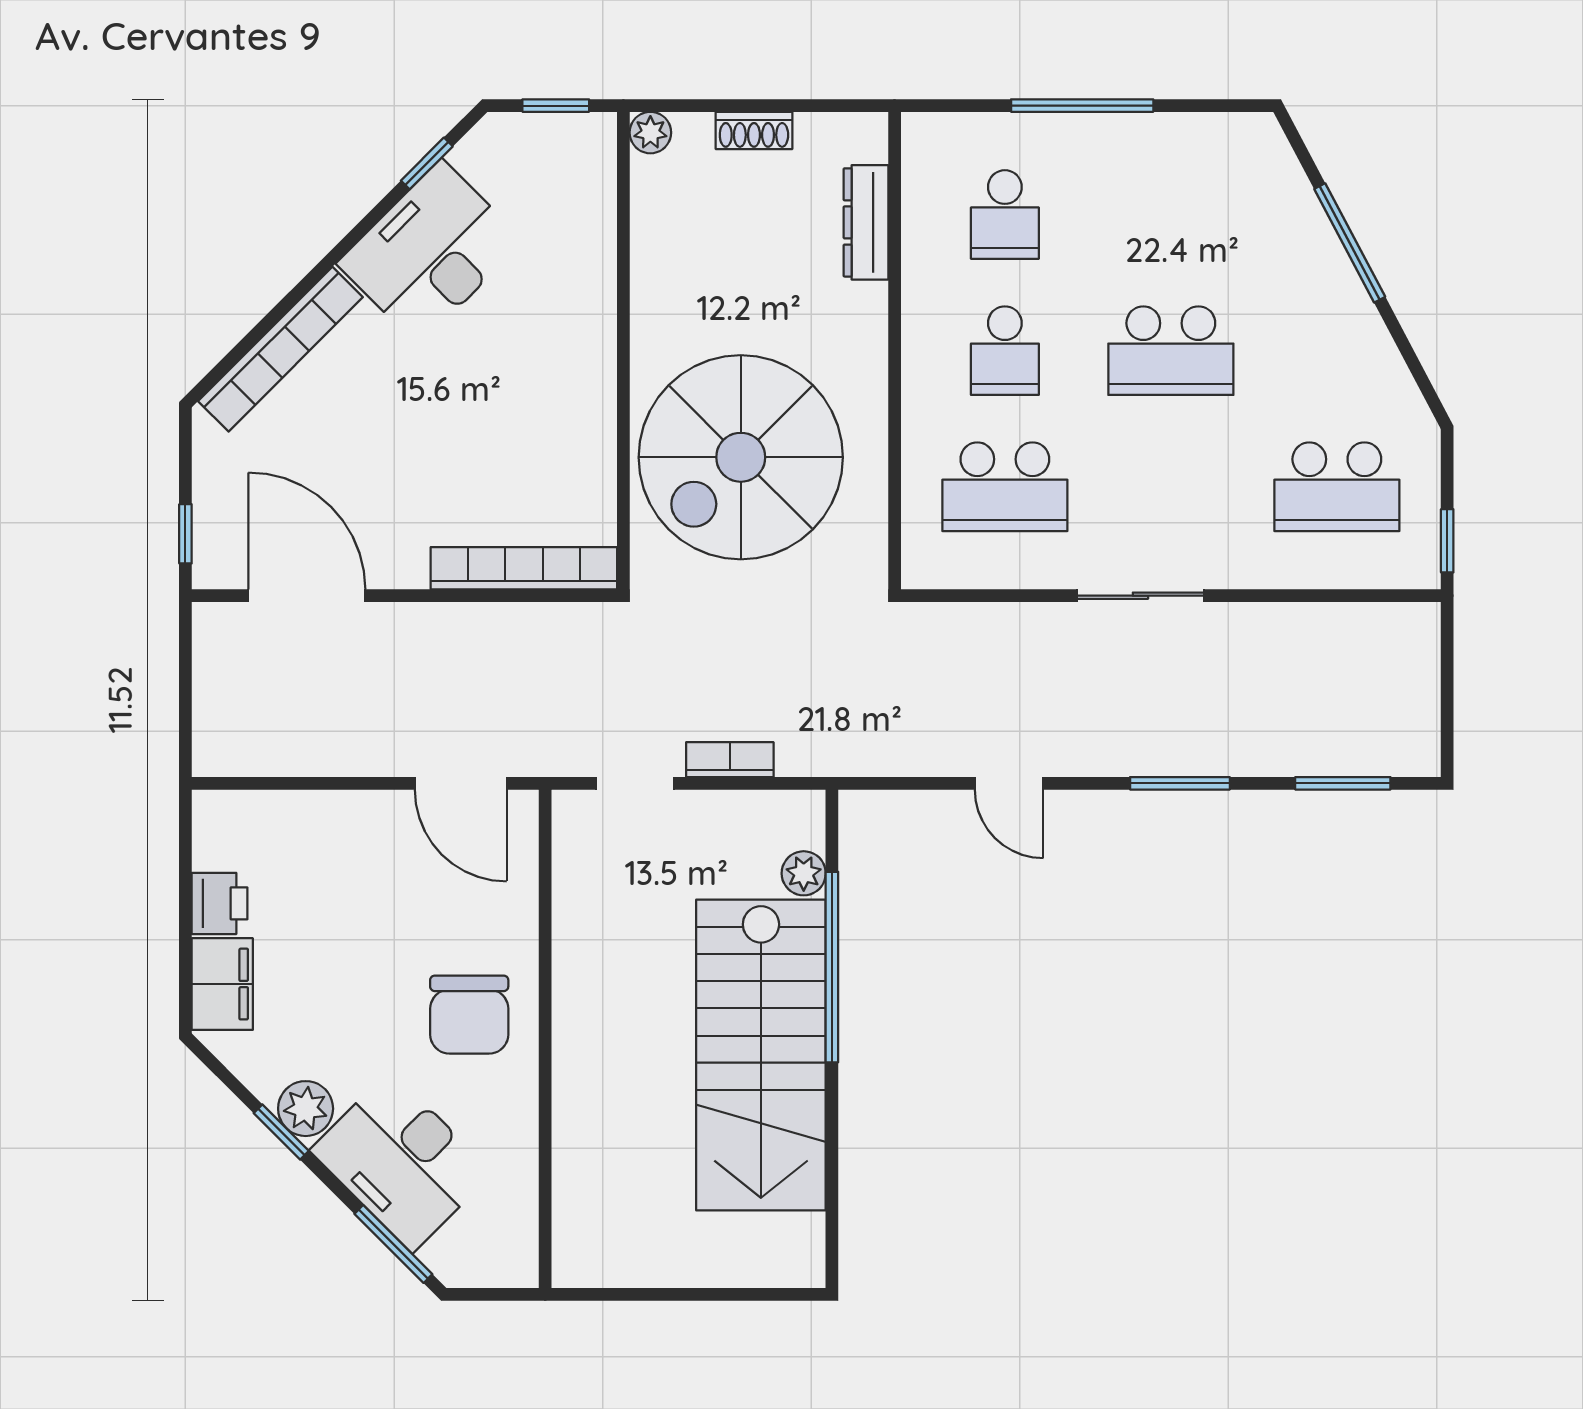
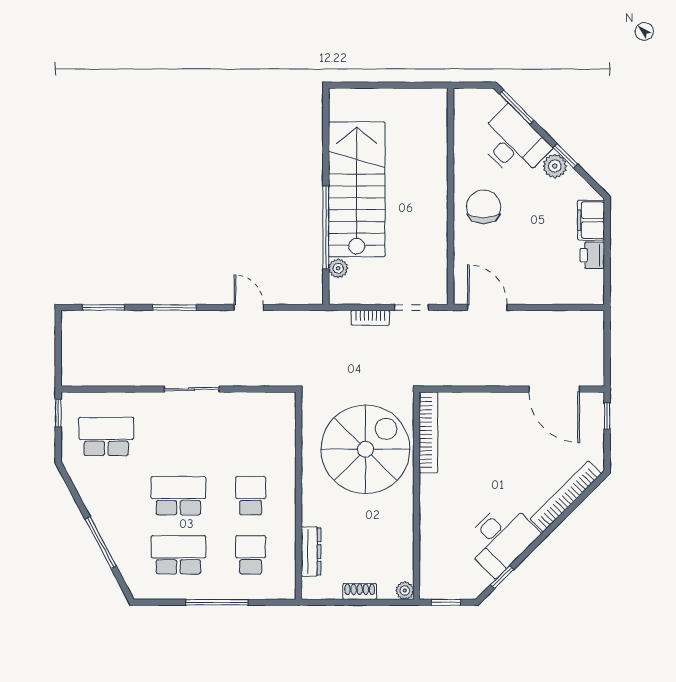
school desk: (1005, 487) -> (178, 555), moved
bookcase: (524, 568) -> (428, 432), moved, turned -90

